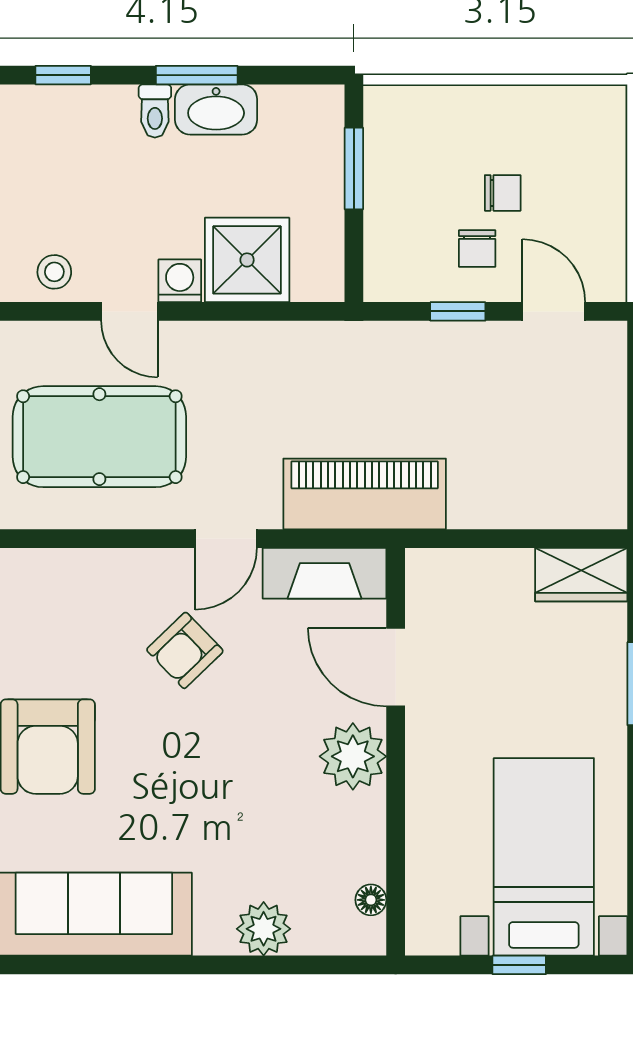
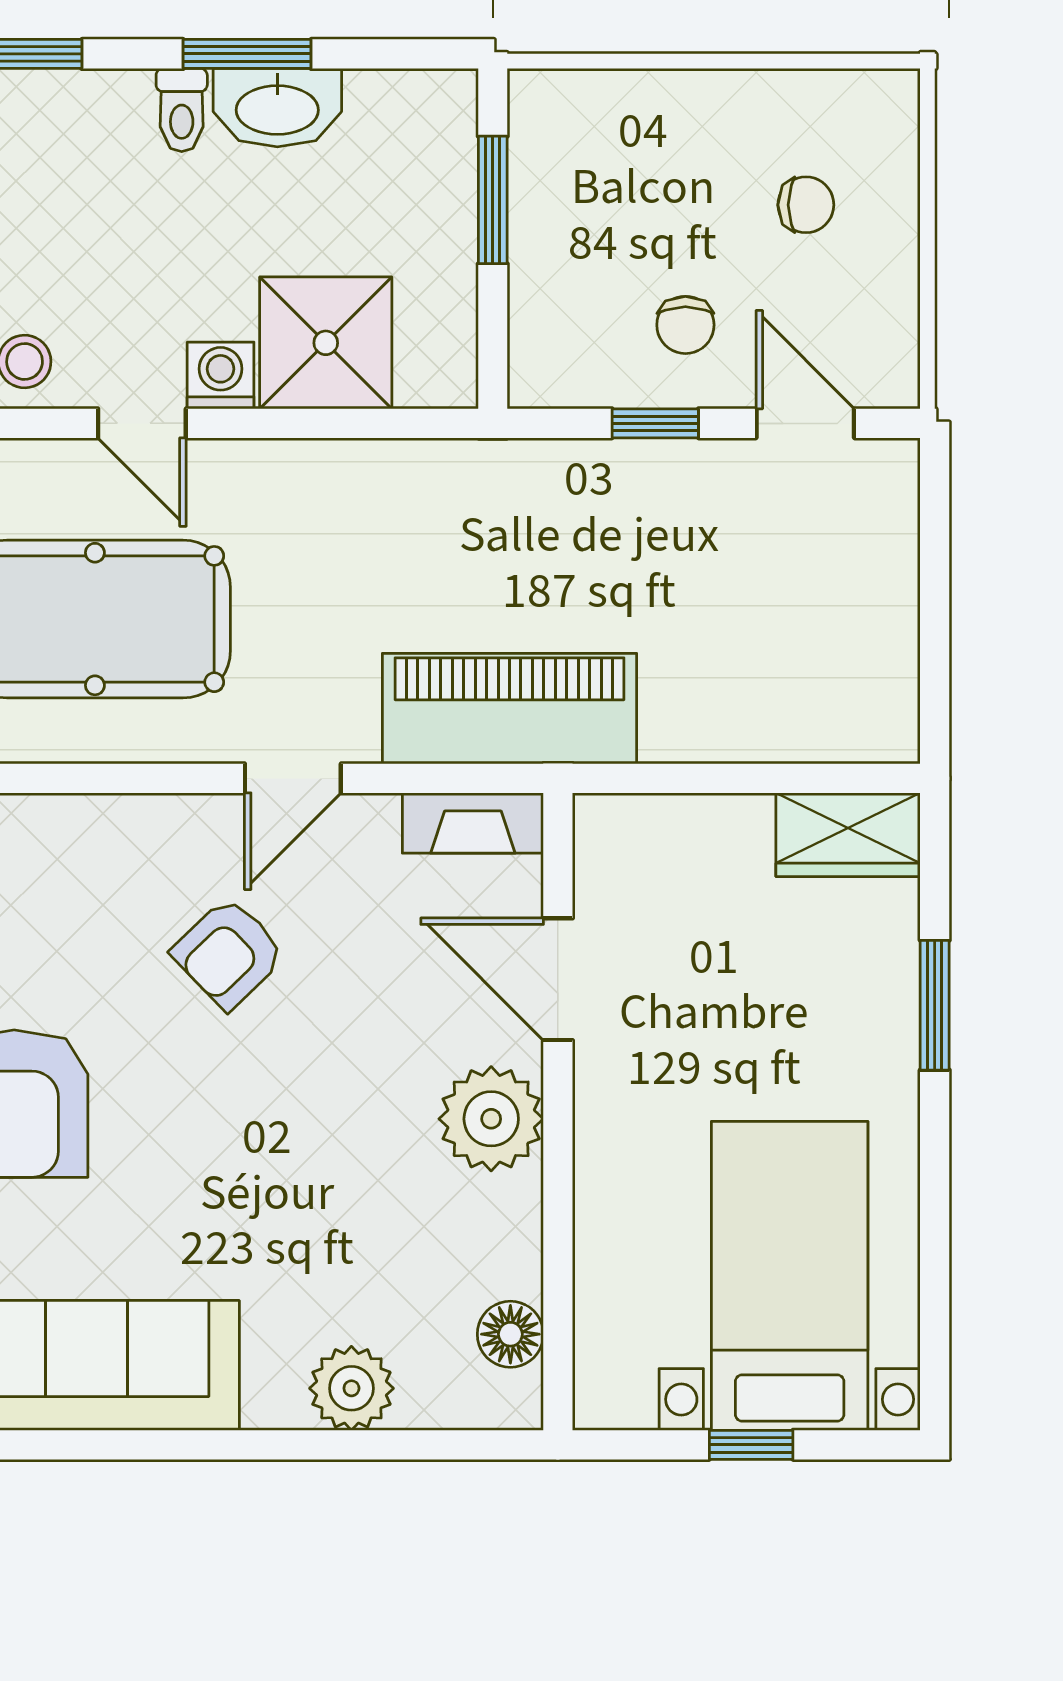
chair: (503, 193) -> (806, 205), moved
fireplace: (325, 573) -> (473, 823), width x0.73, depth x0.76
floor lamp: (371, 900) -> (510, 1334), width x1.37, depth x1.37

